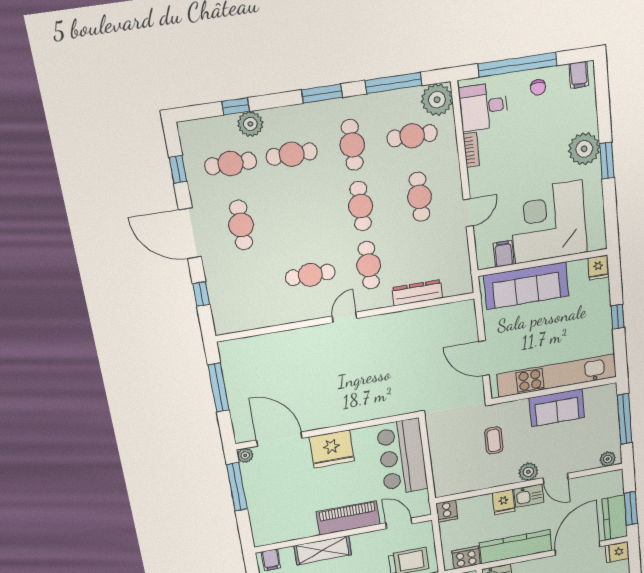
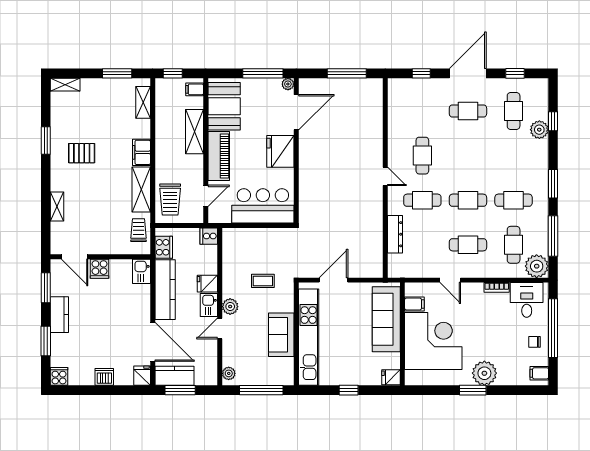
cafe table: (292, 154) -> (514, 156), removed
booth: (286, 523) -> (224, 106), added

